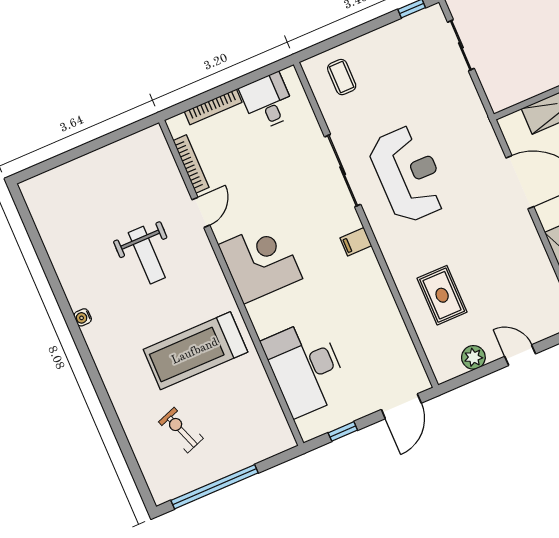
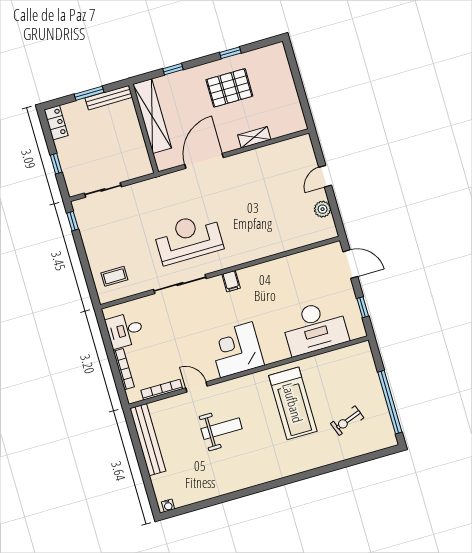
bench: (118, 153) -> (148, 440), added
rug: (442, 295) -> (276, 226), removed
water cooler: (83, 317) -> (168, 505), moved

